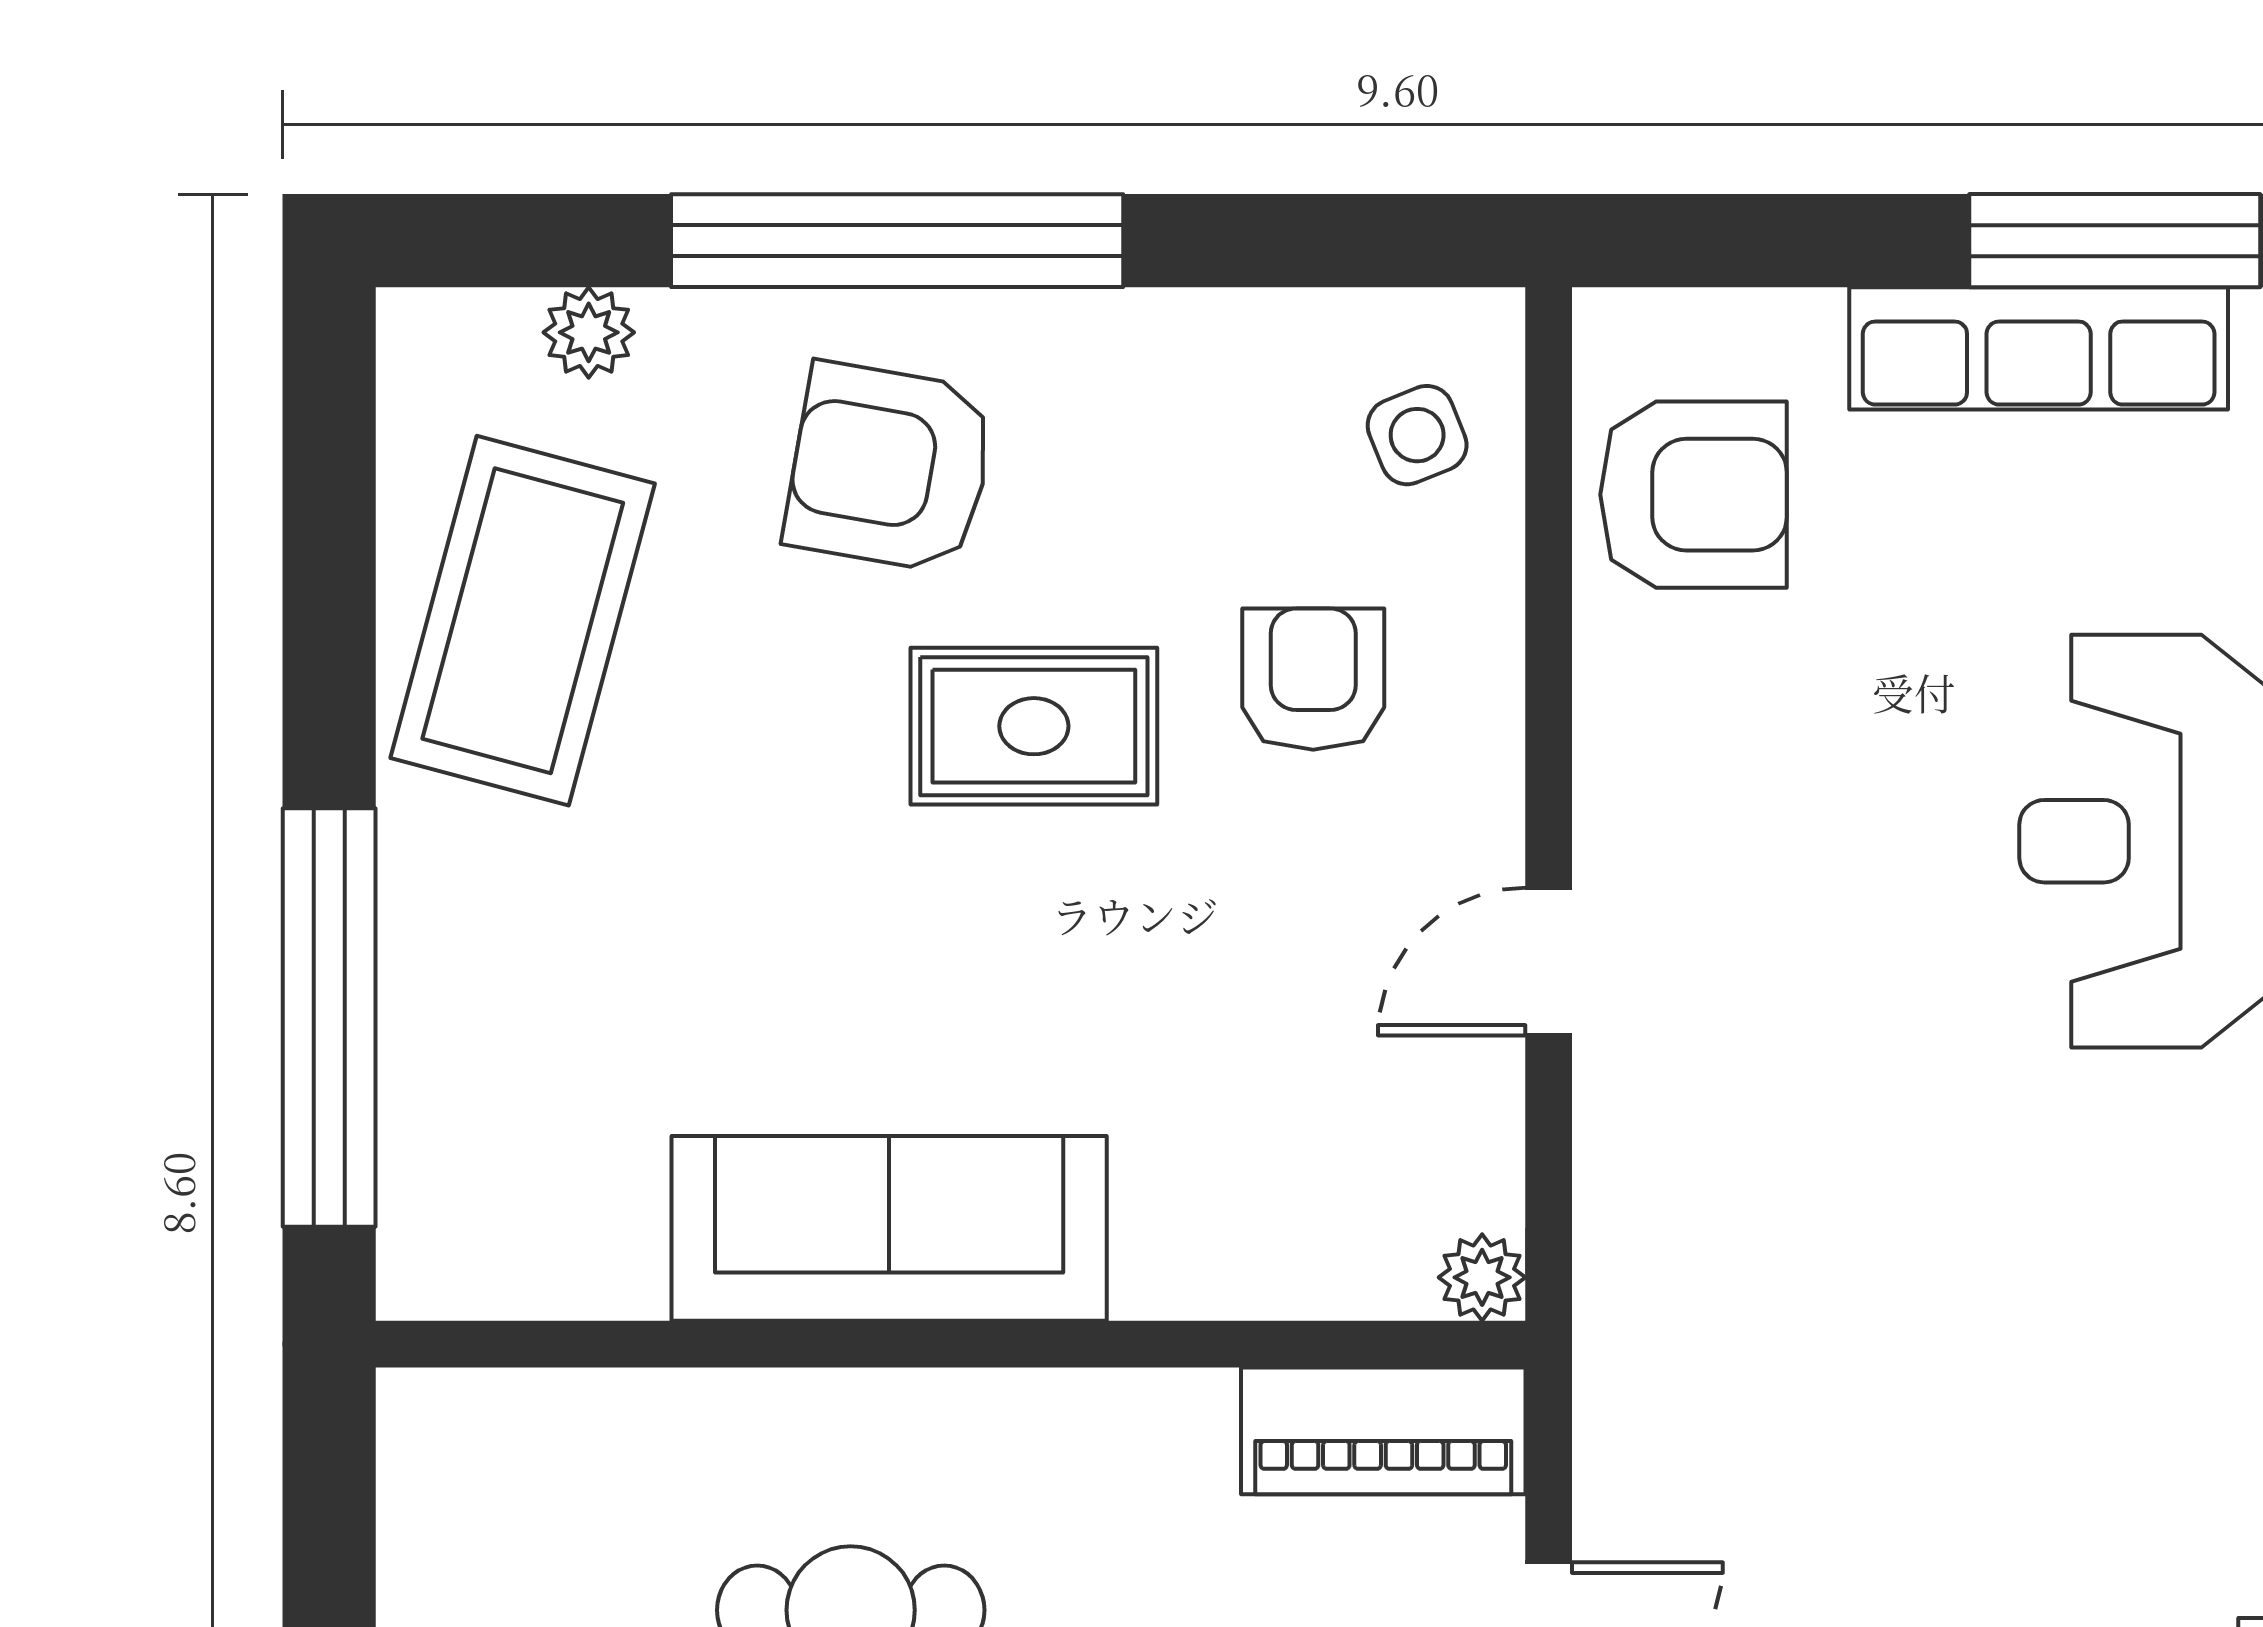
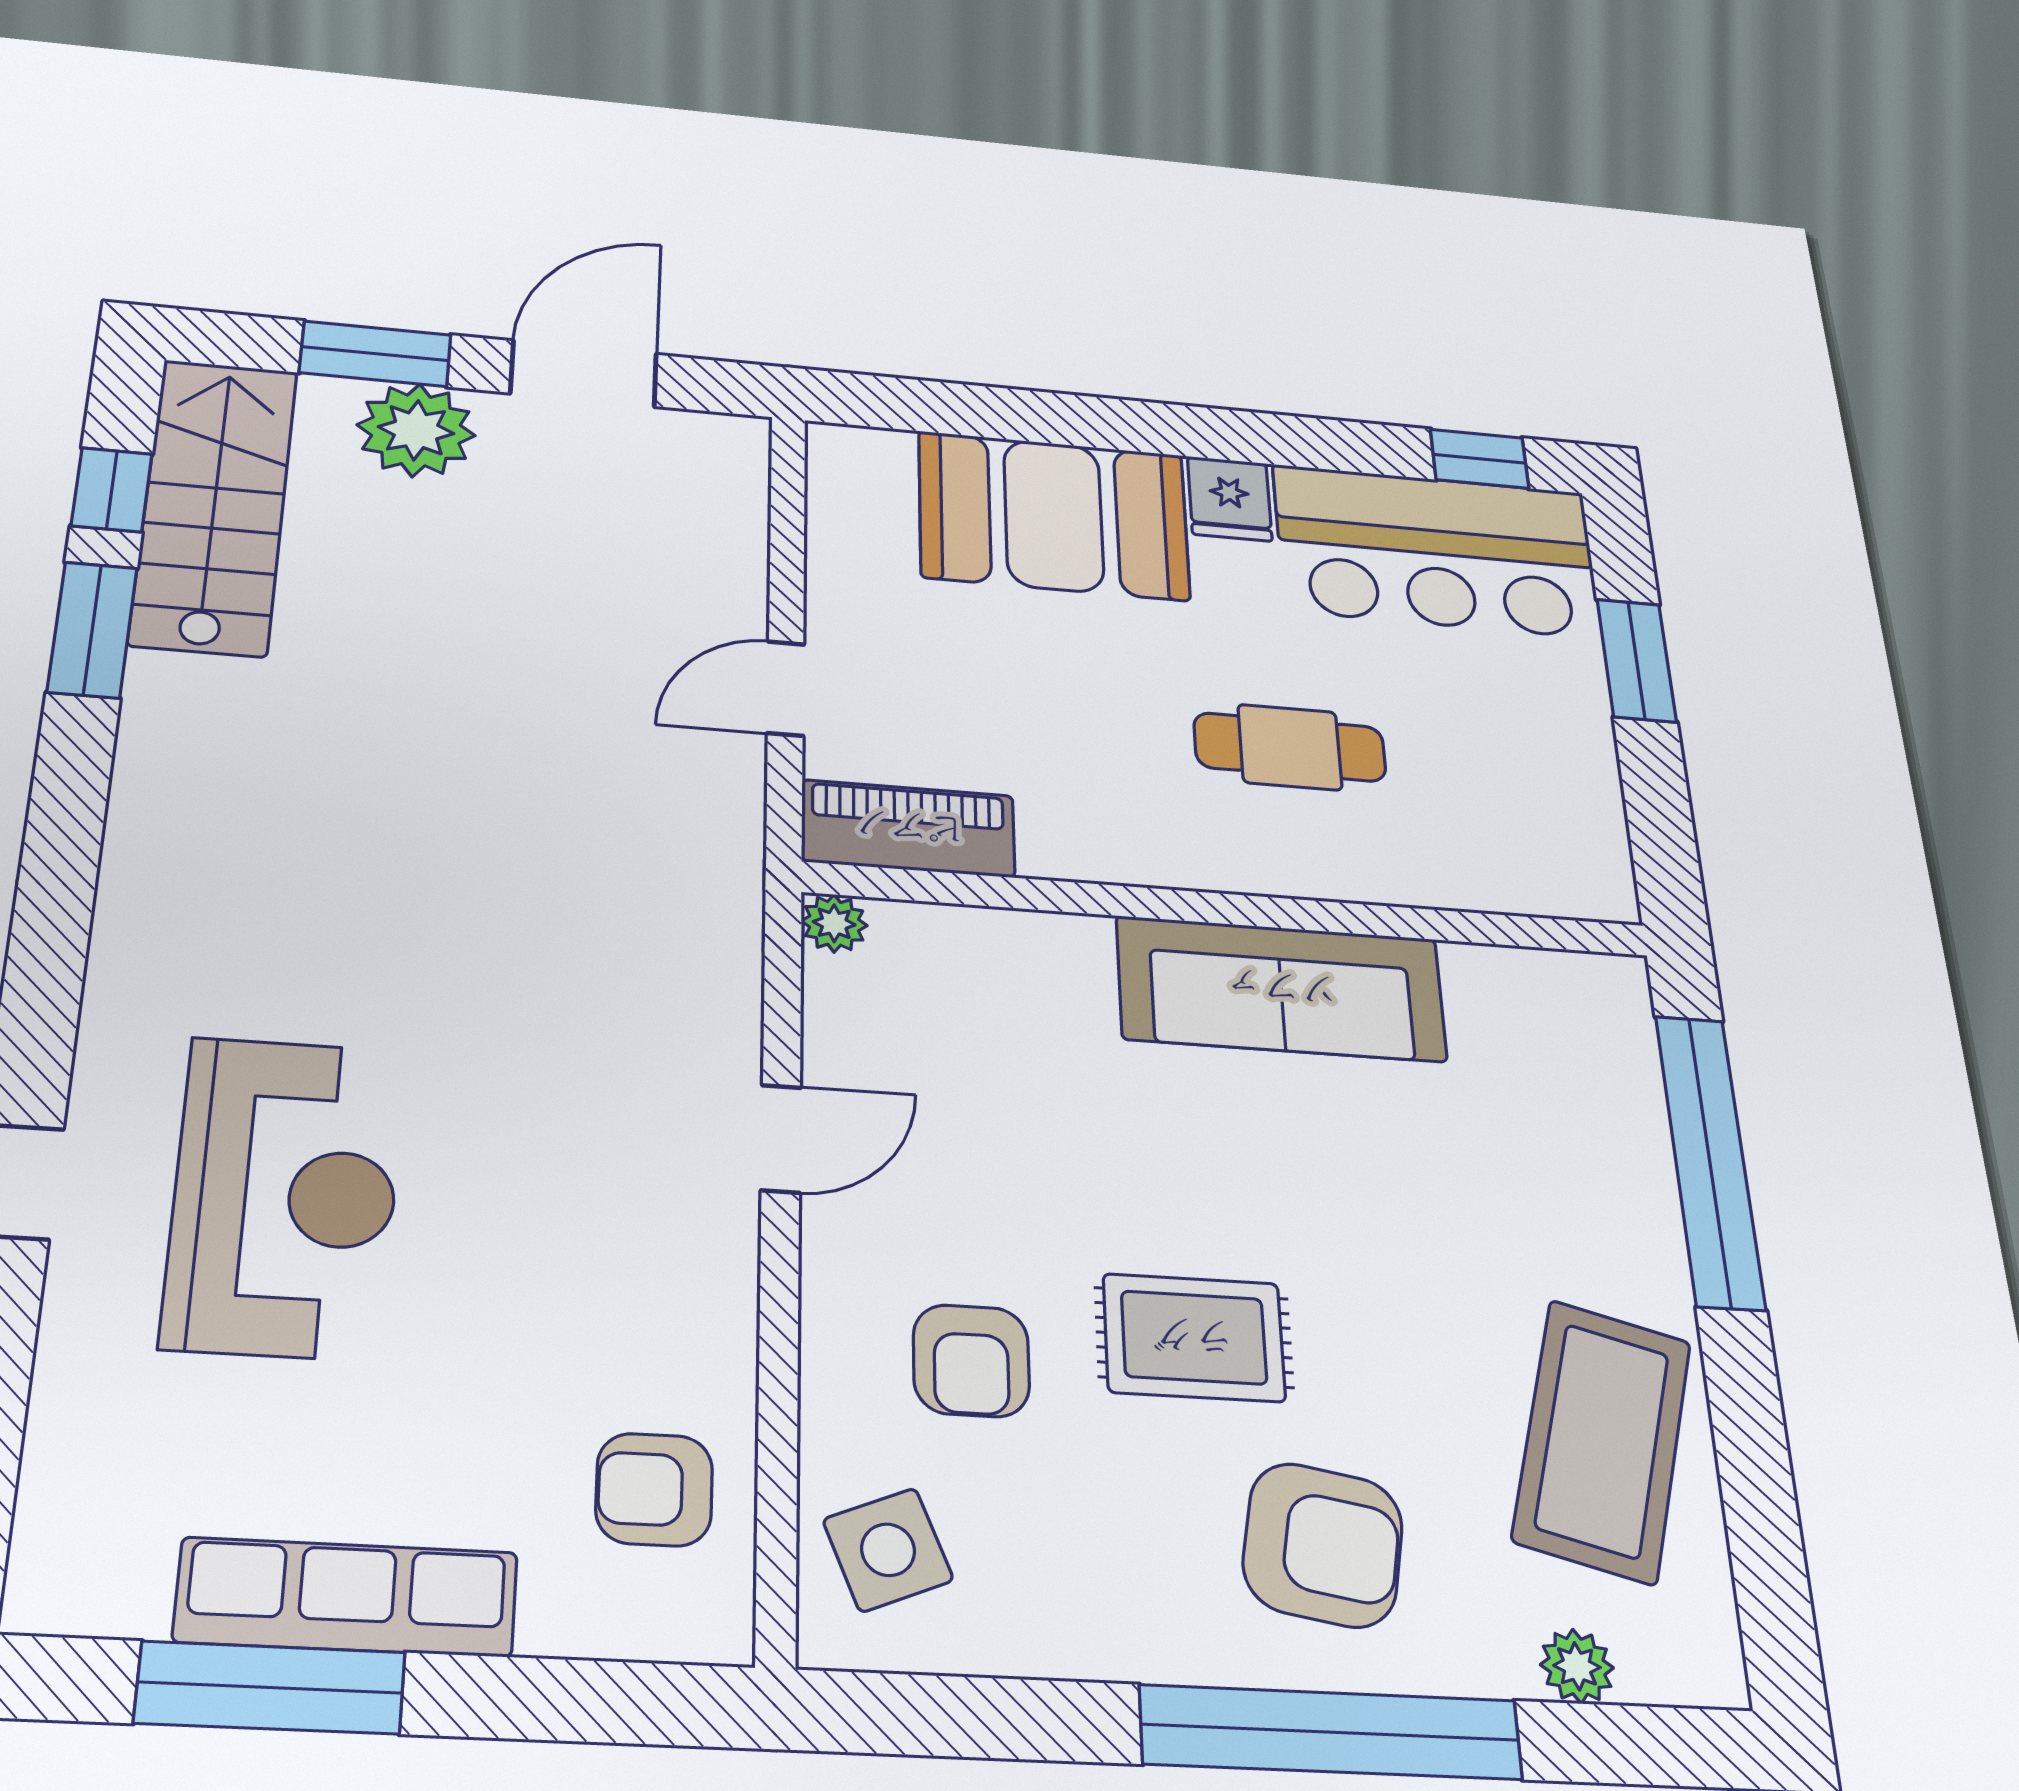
side table: (1417, 435) -> (888, 1550), width x1.37, depth x1.37
armchair: (1693, 495) -> (654, 1489), width x0.72, depth x0.72

